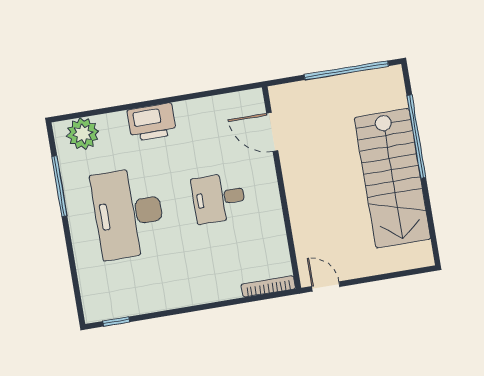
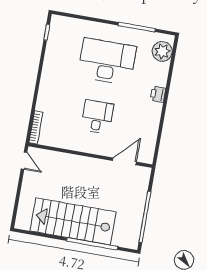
printer: (152, 122) -> (158, 94), width x0.53, depth x0.68
door: (326, 286) -> (24, 161), hinge flipped

